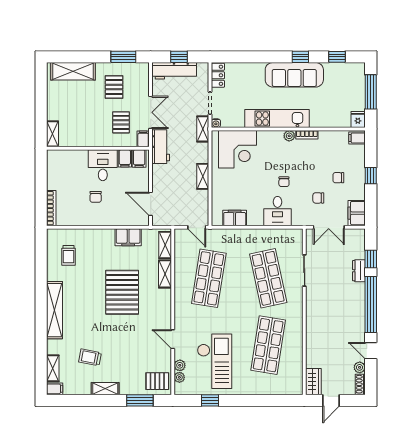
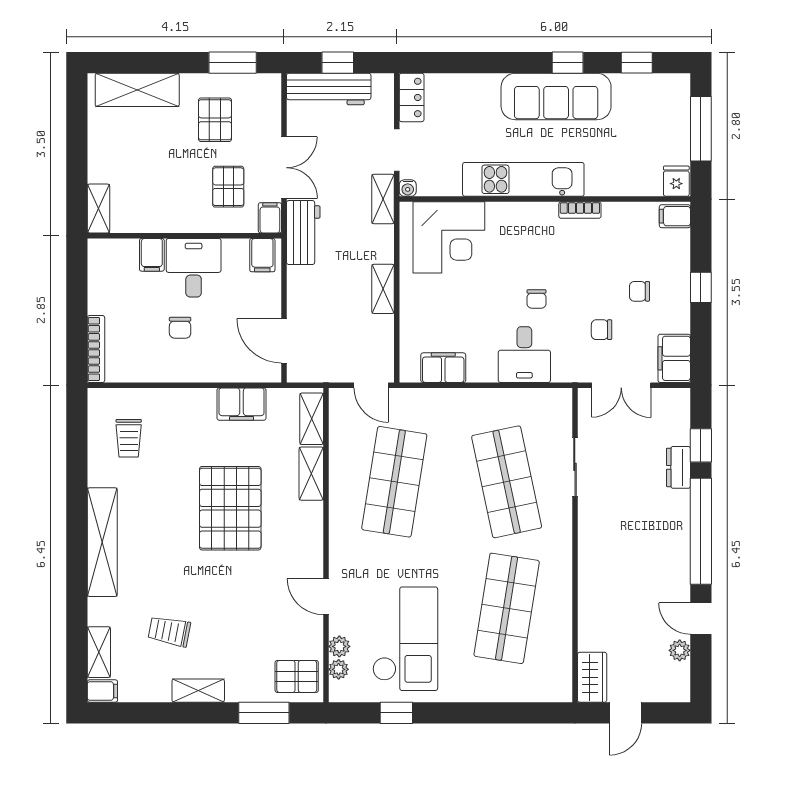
plant: (289, 136) -> (546, 212), removed
filing cabinet: (125, 158) -> (152, 255), moved
shoe rack: (360, 384) -> (681, 682), removed

